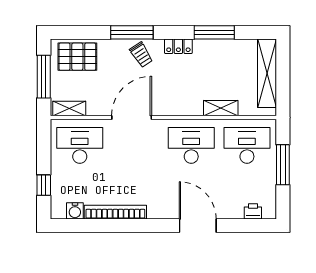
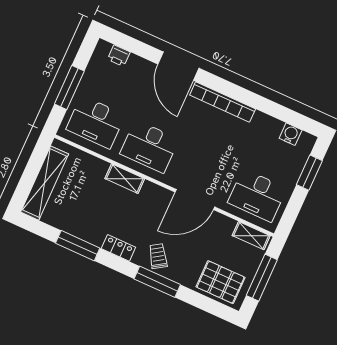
shelving: (221, 108) -> (125, 179), moved
window: (44, 185) -> (309, 173), width x1.50
bookcase: (115, 212) -> (223, 102), moved

